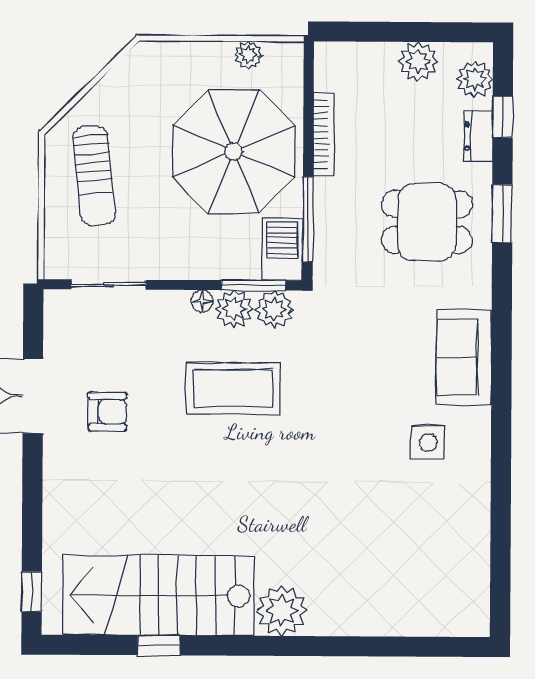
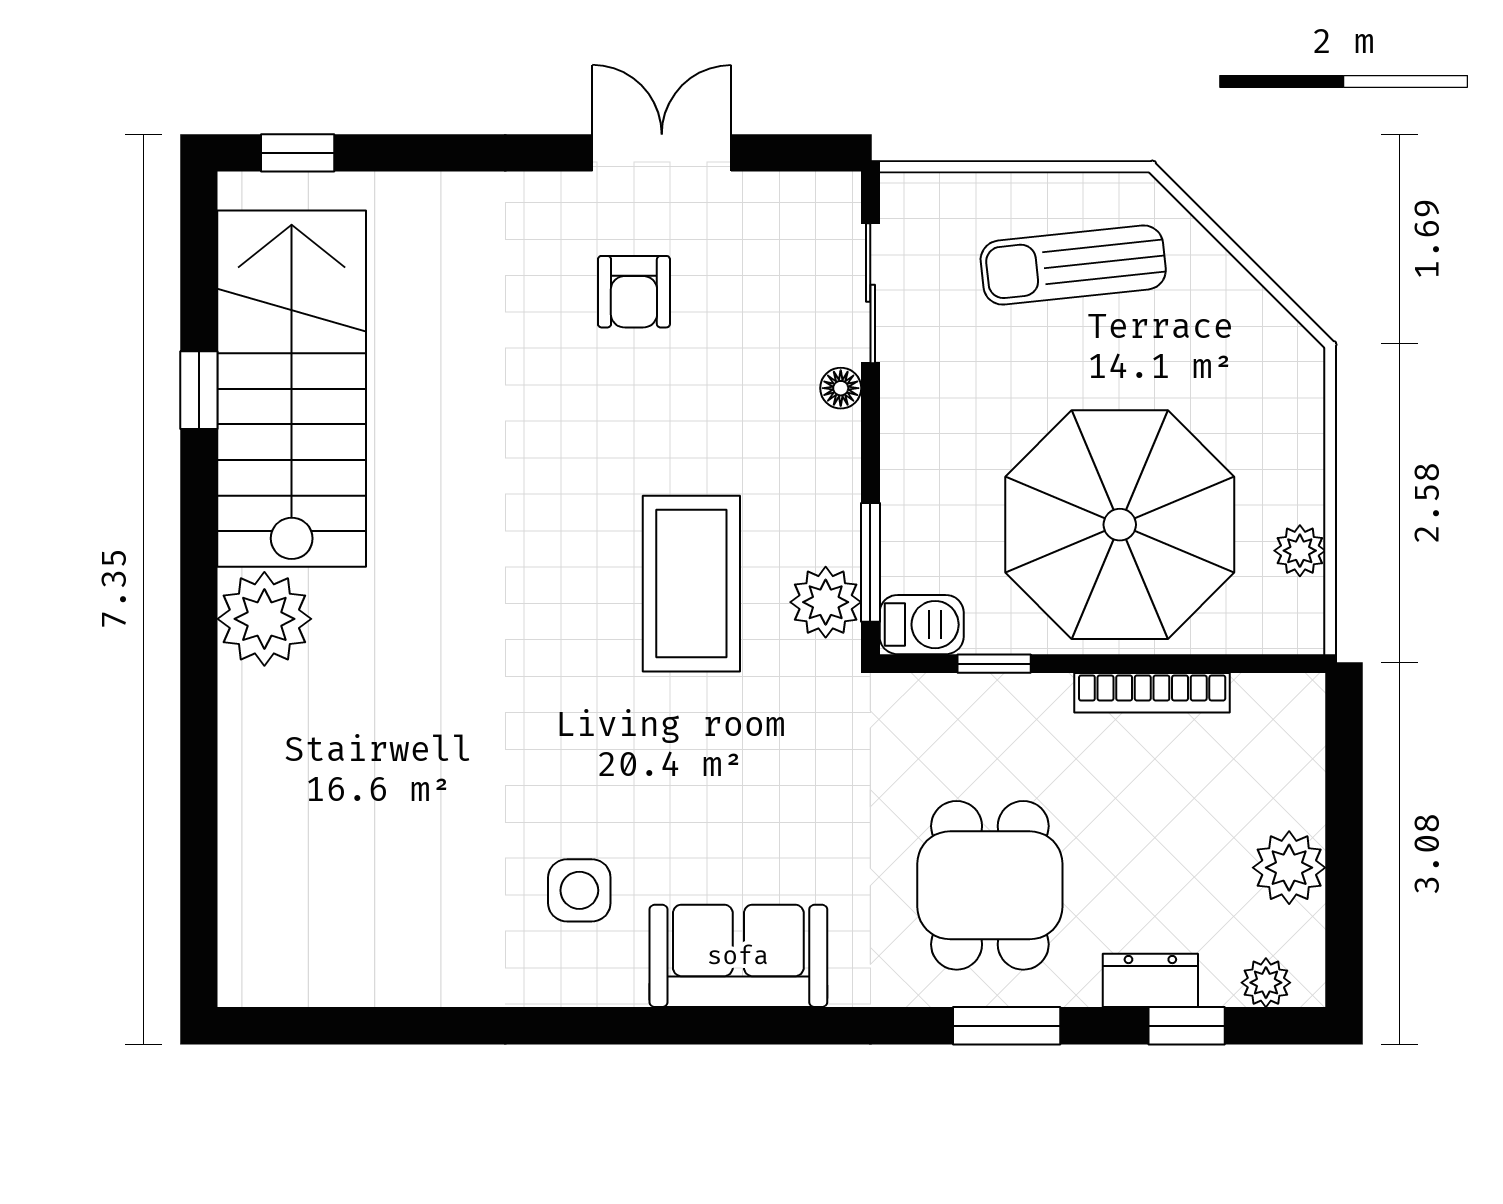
plant: (475, 79) -> (1266, 983), width x0.73, depth x0.73
window: (308, 219) -> (994, 664), width x0.46
barbecue: (282, 250) -> (922, 625), width x0.73, depth x0.79
floor lamp: (202, 301) -> (841, 388), moved
plant: (234, 309) -> (827, 527), removed
coffee table: (233, 388) -> (691, 584), moved

